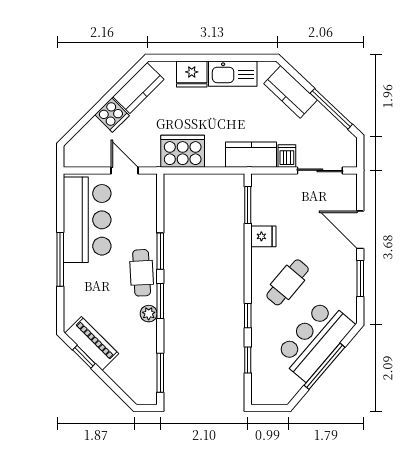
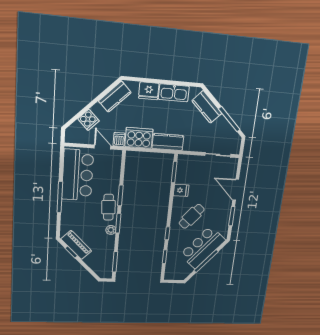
cooker: (112, 115) -> (88, 120), moved
kitchen counter: (251, 155) -> (168, 142), moved
dishwasher: (287, 156) -> (119, 139), moved

